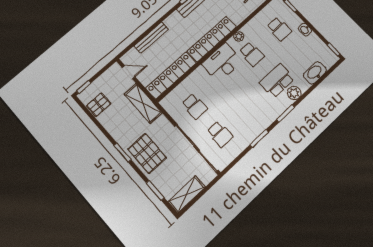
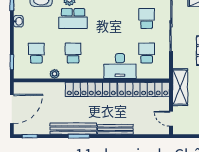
washbasin: (305, 30) -> (18, 21), moved
plant: (239, 36) -> (55, 74), moved
bench: (151, 37) -> (115, 129), moved
desk: (222, 63) -> (120, 66), moved

